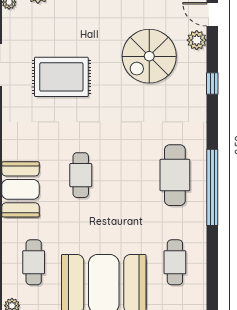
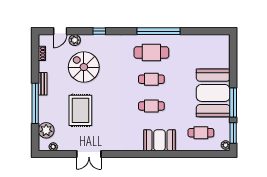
spiral stairs: (149, 56) -> (84, 67), turned 180
rug: (61, 77) -> (80, 110), moved
cafe table: (175, 262) -> (151, 79), moved

